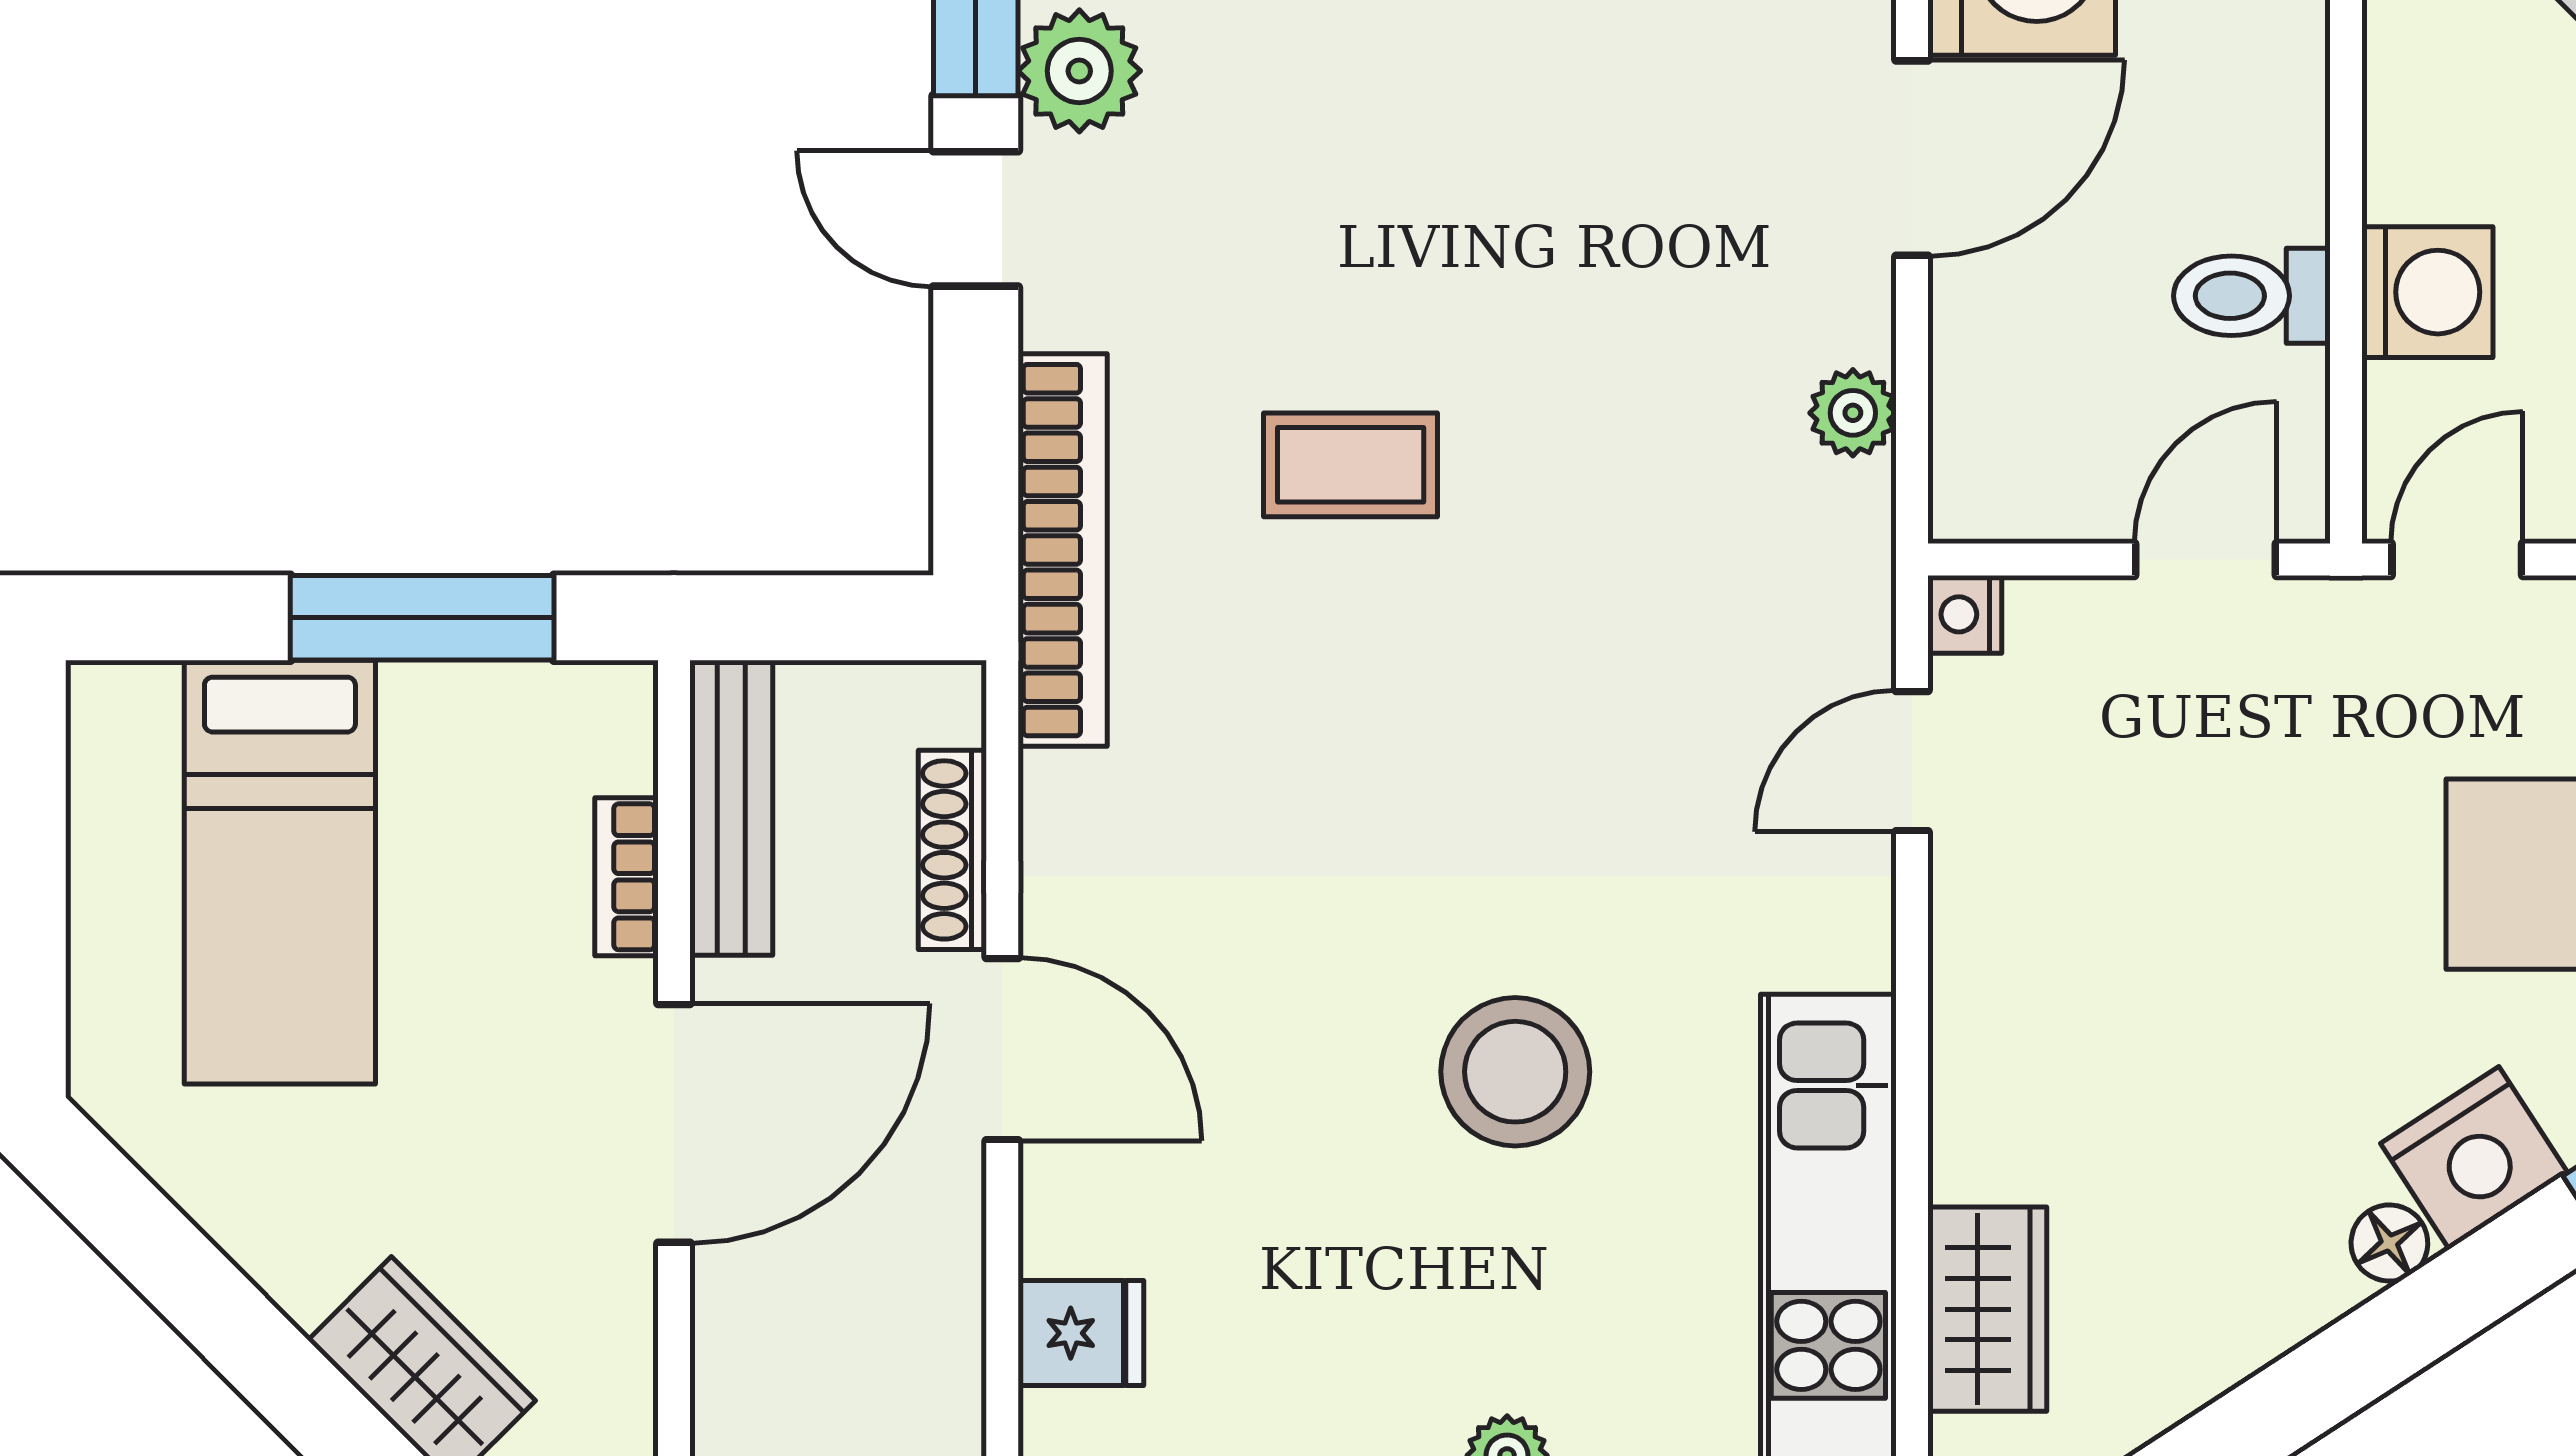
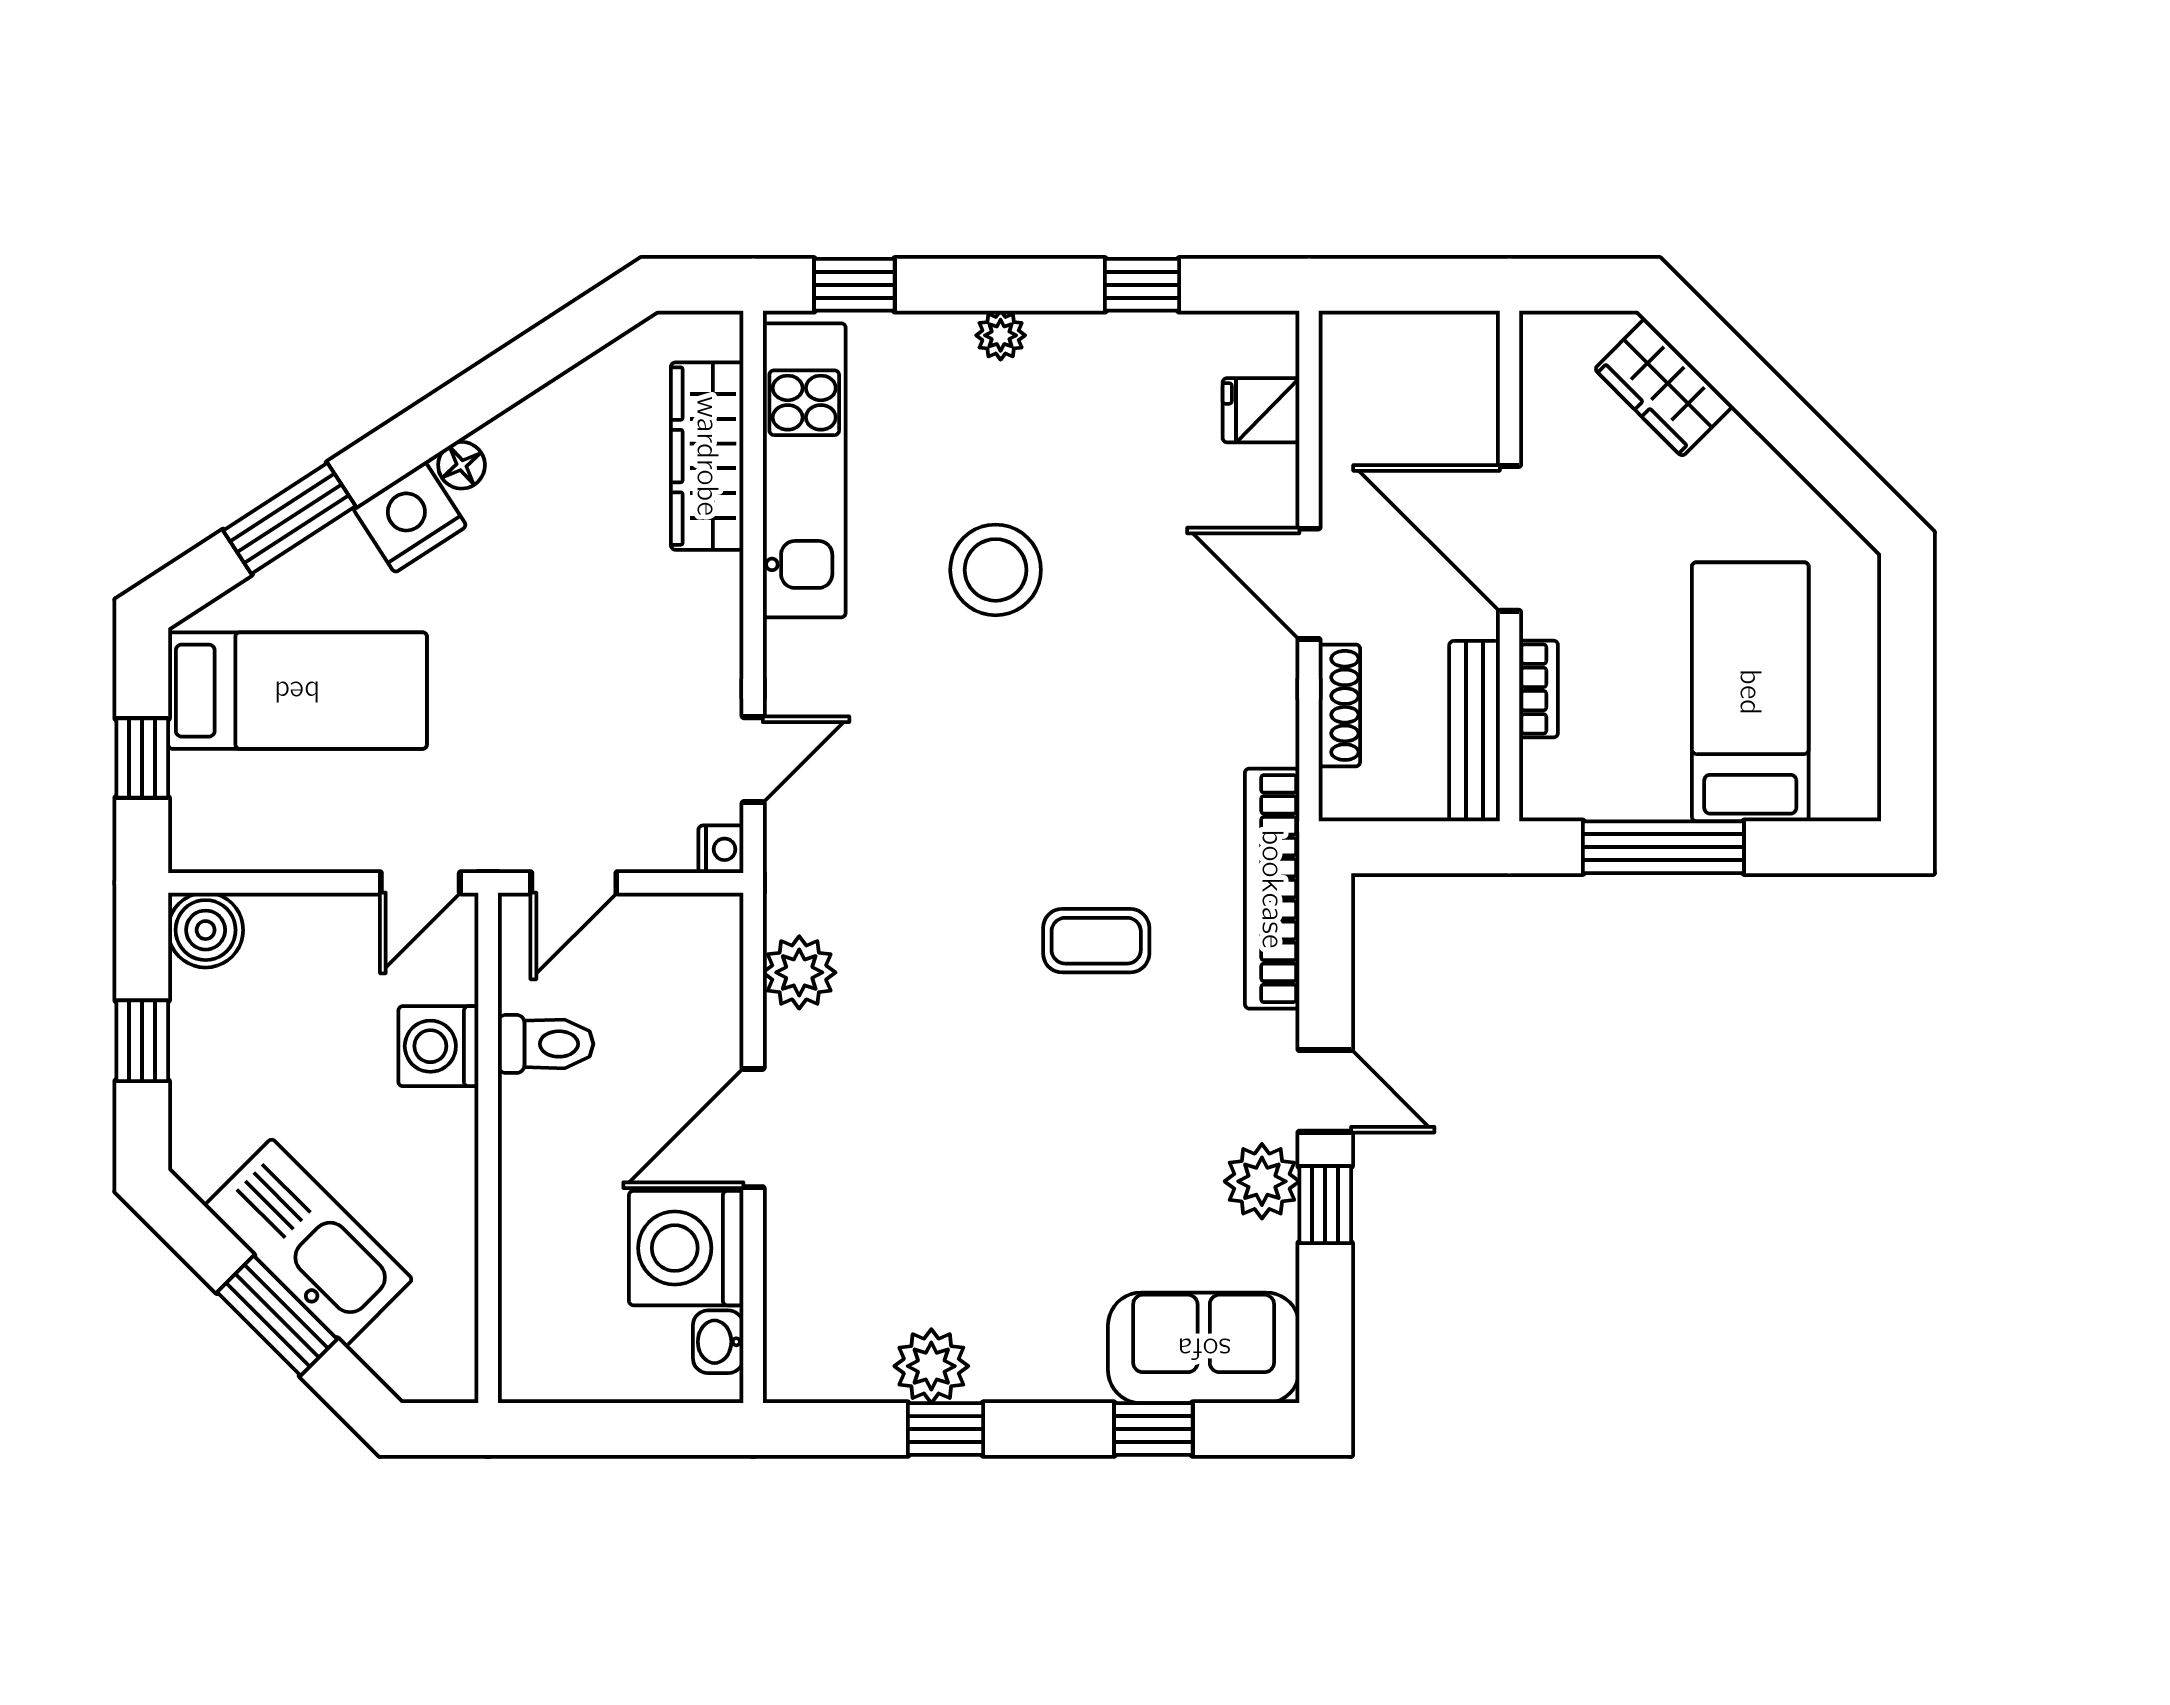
plant: (1853, 413) -> (799, 972), width x1.38, depth x1.38
door: (674, 1123) -> (1509, 538), hinge flipped
wardrobe: (1987, 1309) -> (707, 456), width x1.50

